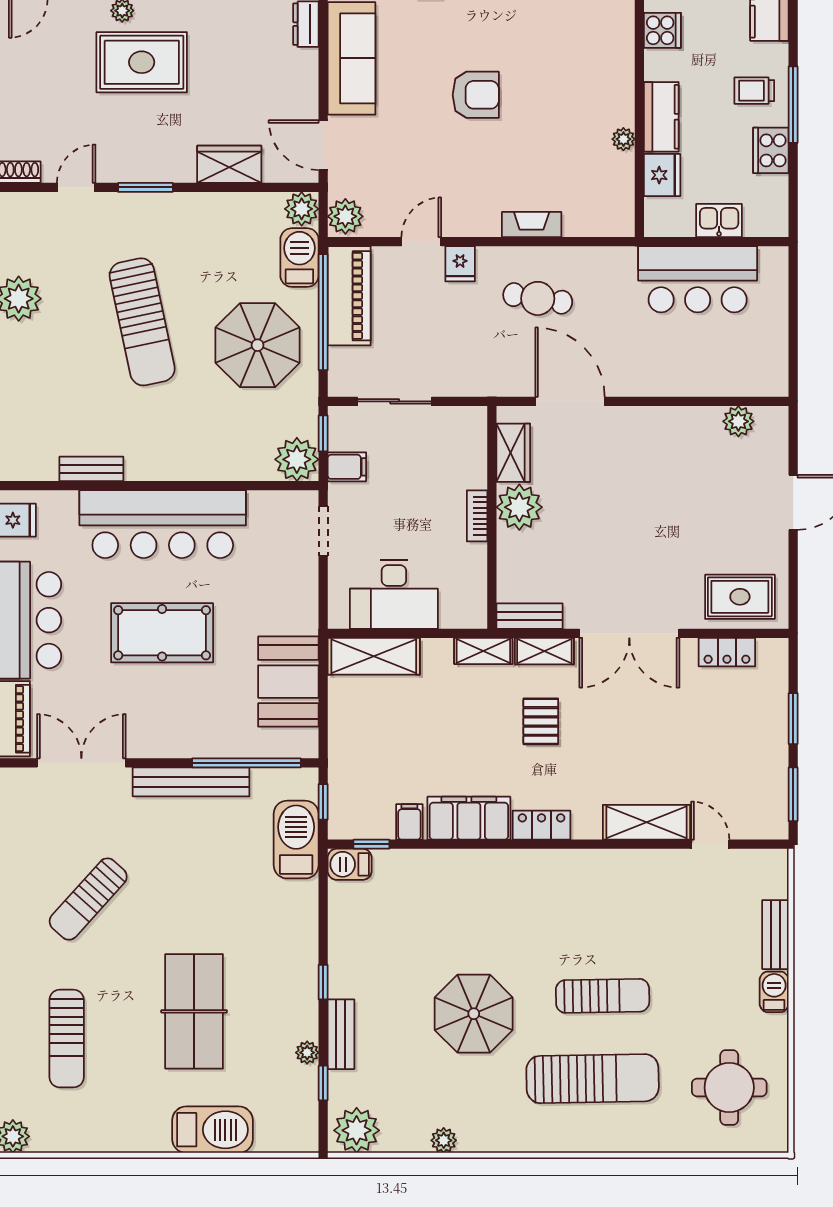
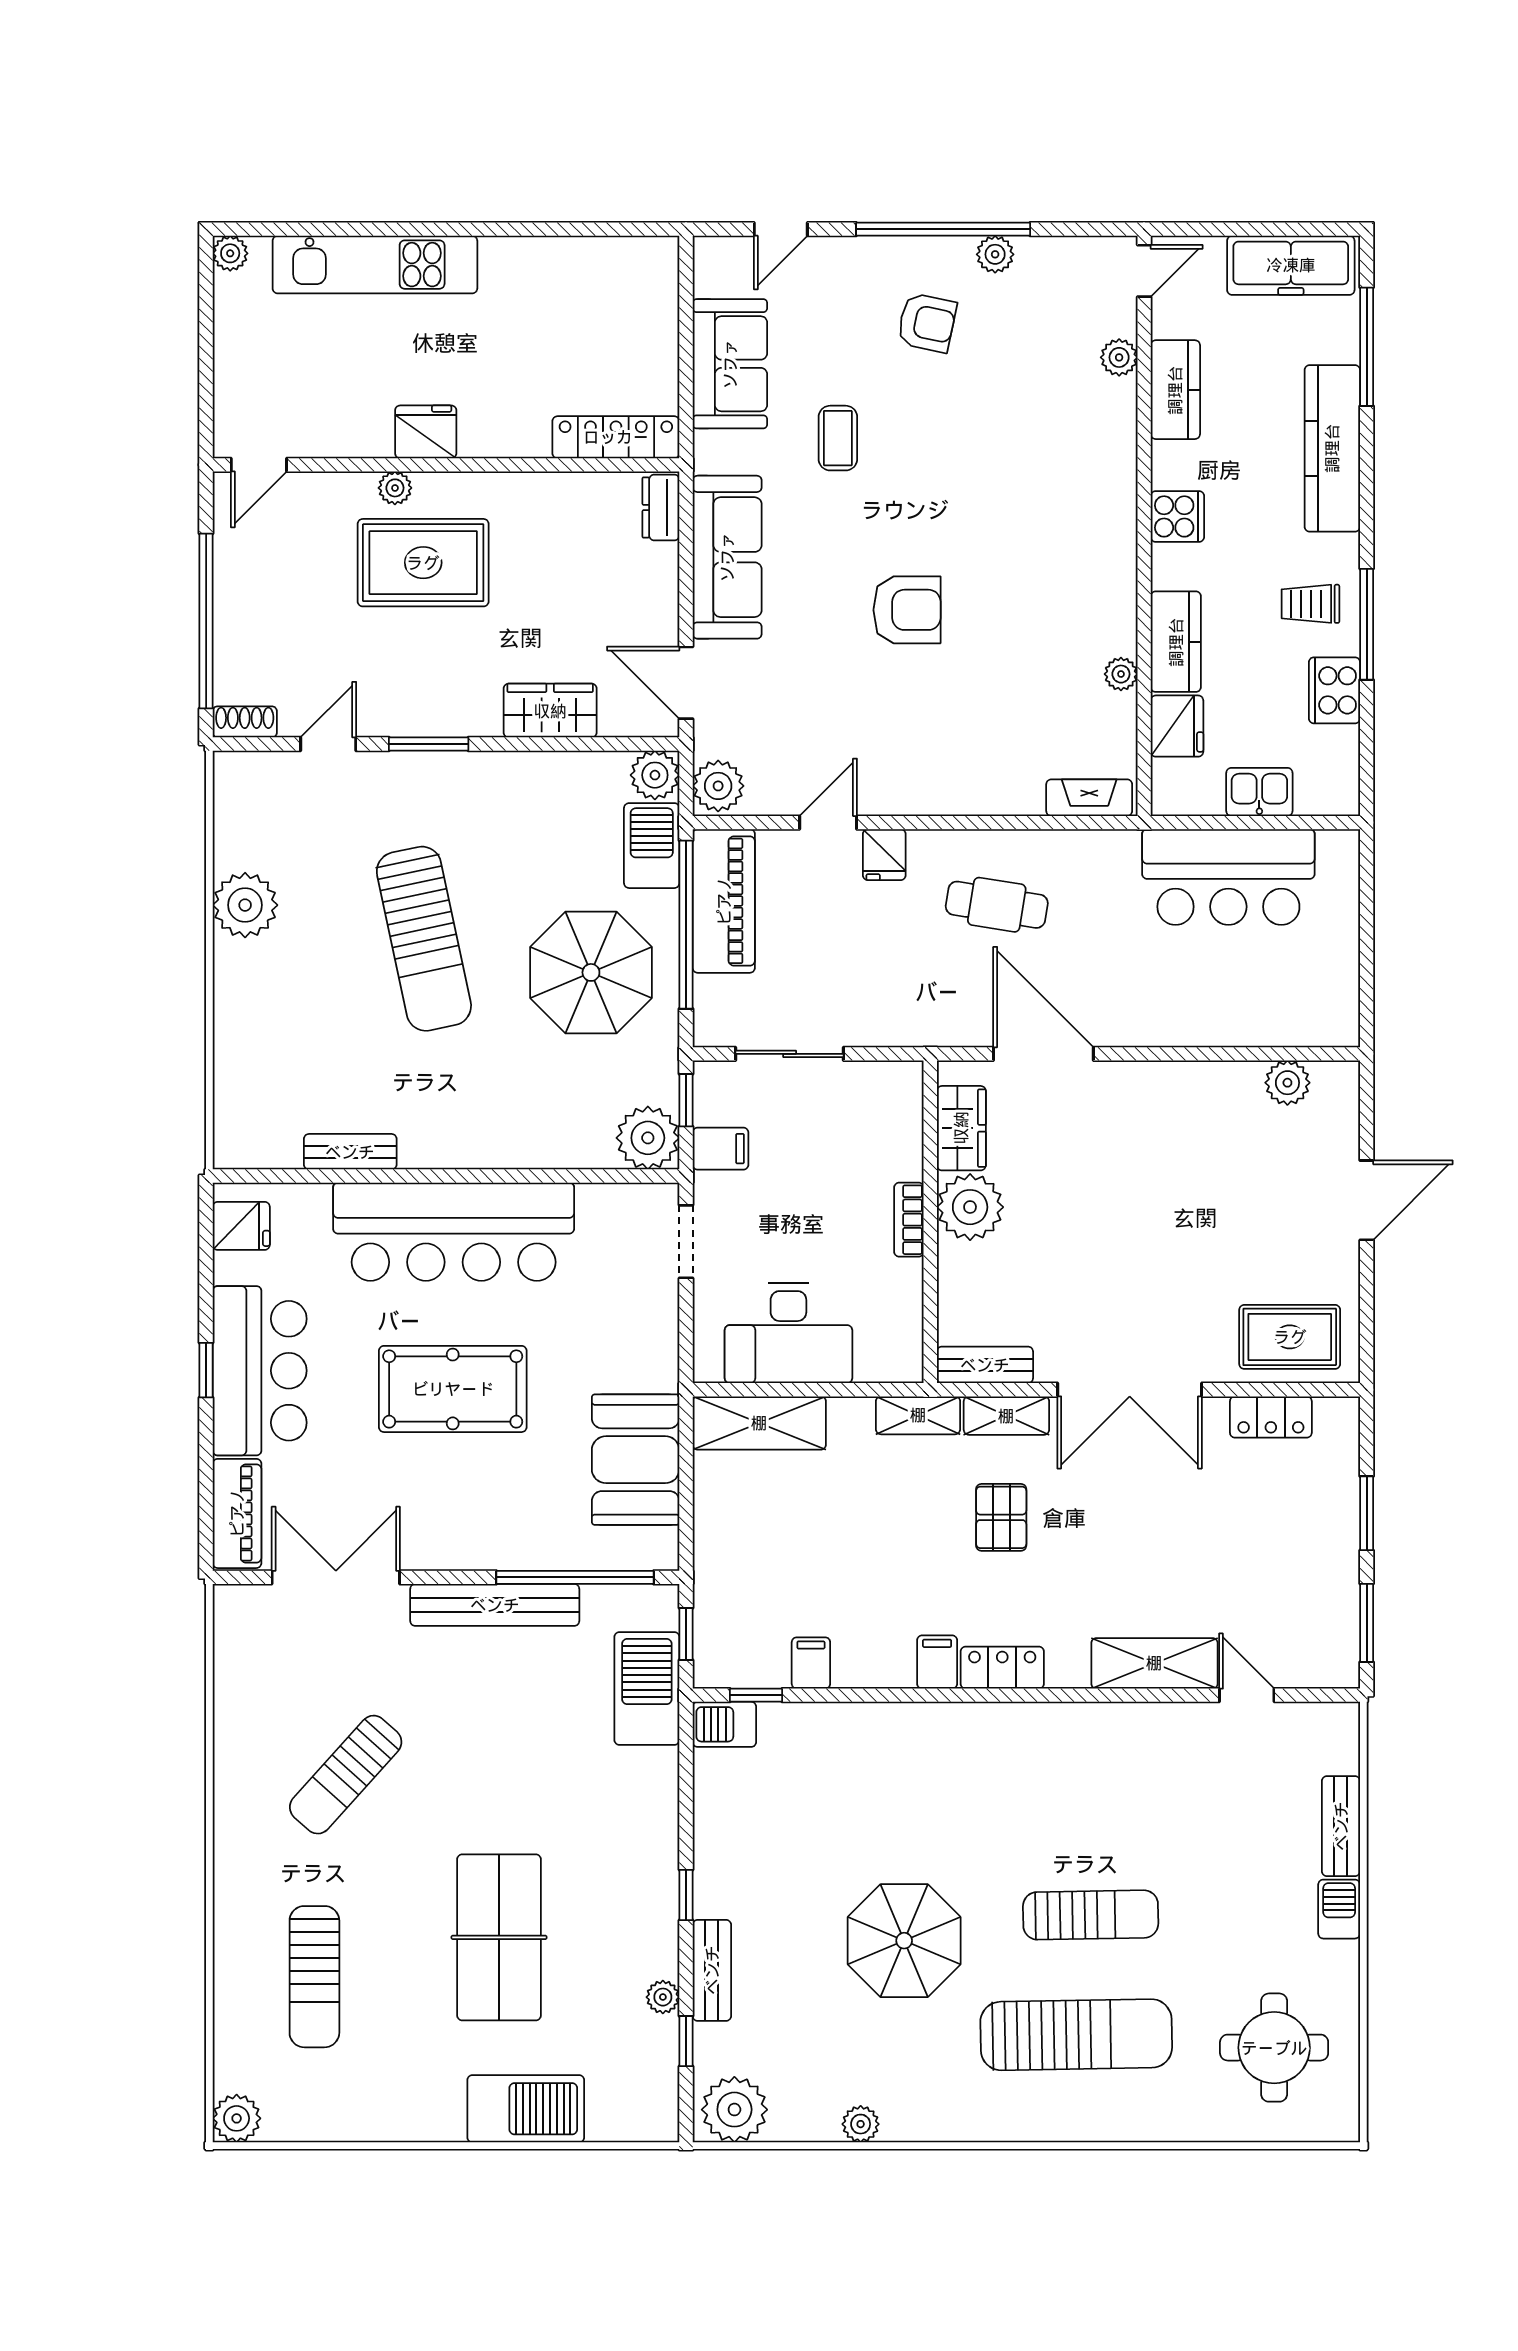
fireplace: (532, 224) -> (1089, 798), moved
filing cabinet: (469, 818) -> (937, 1662), width x0.33, depth x0.86

